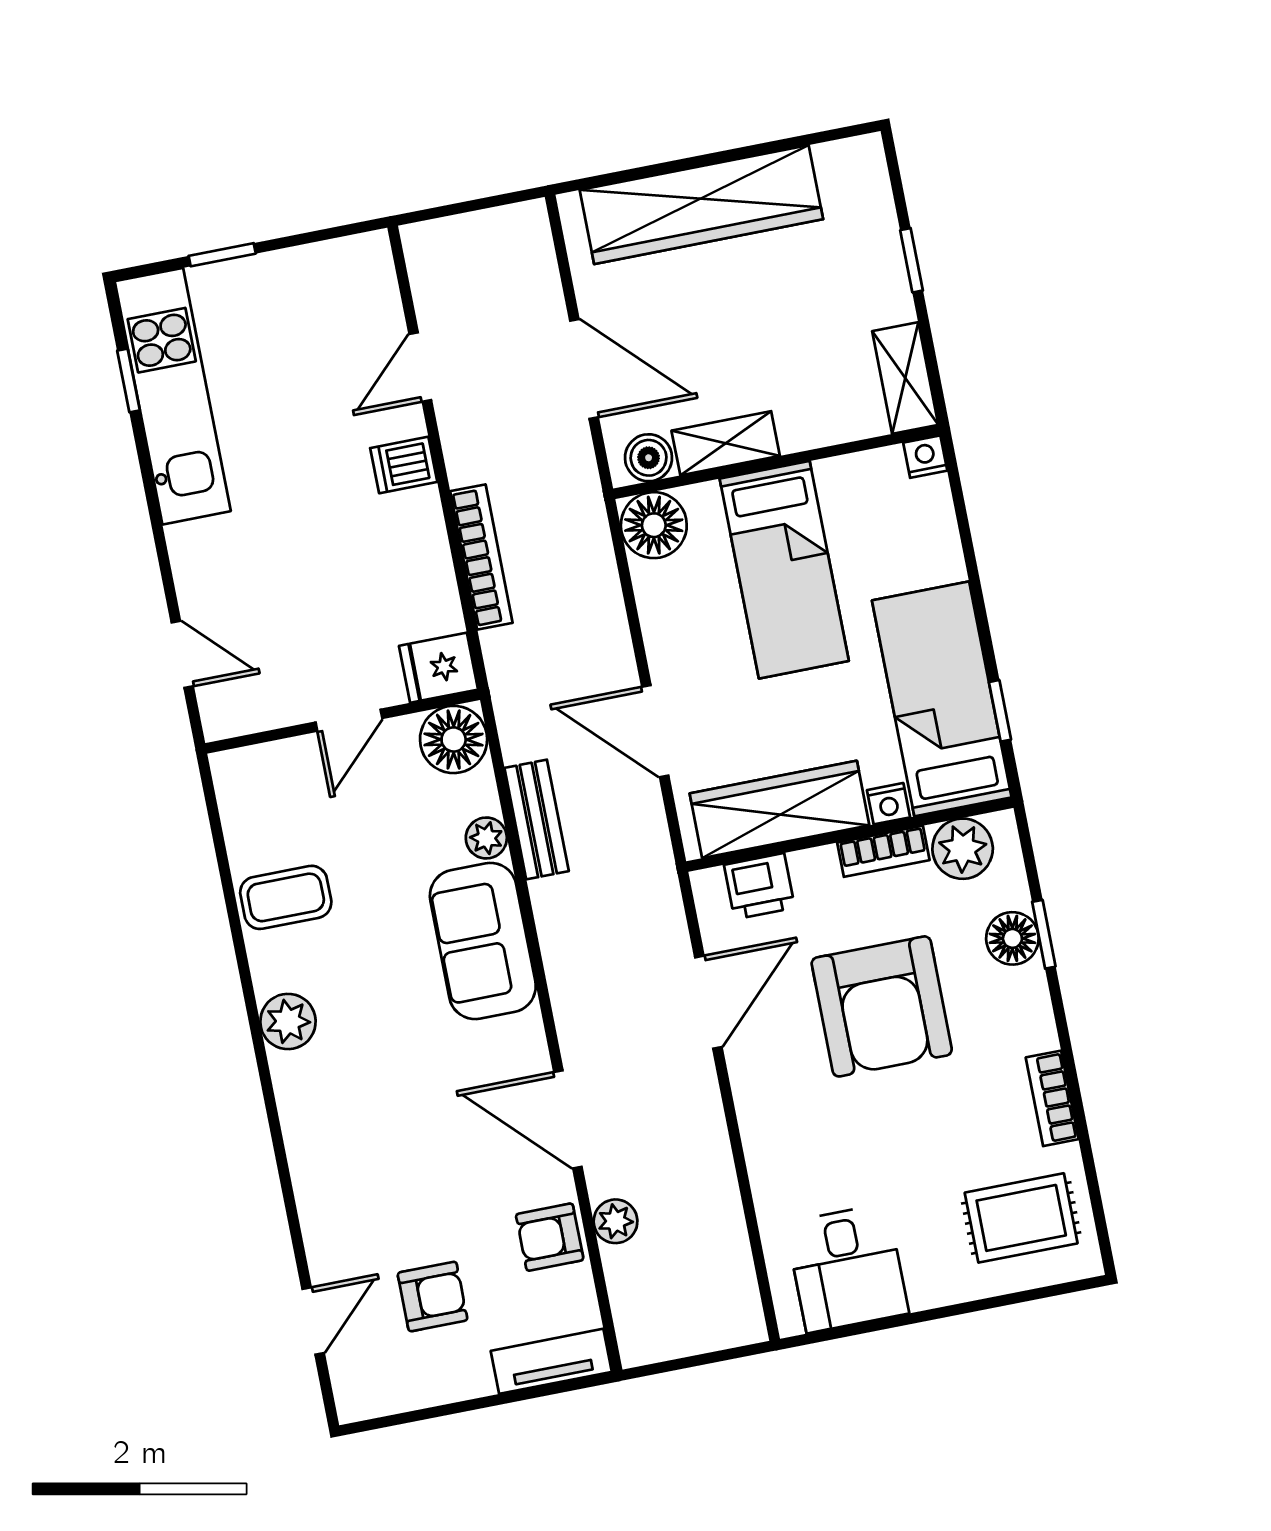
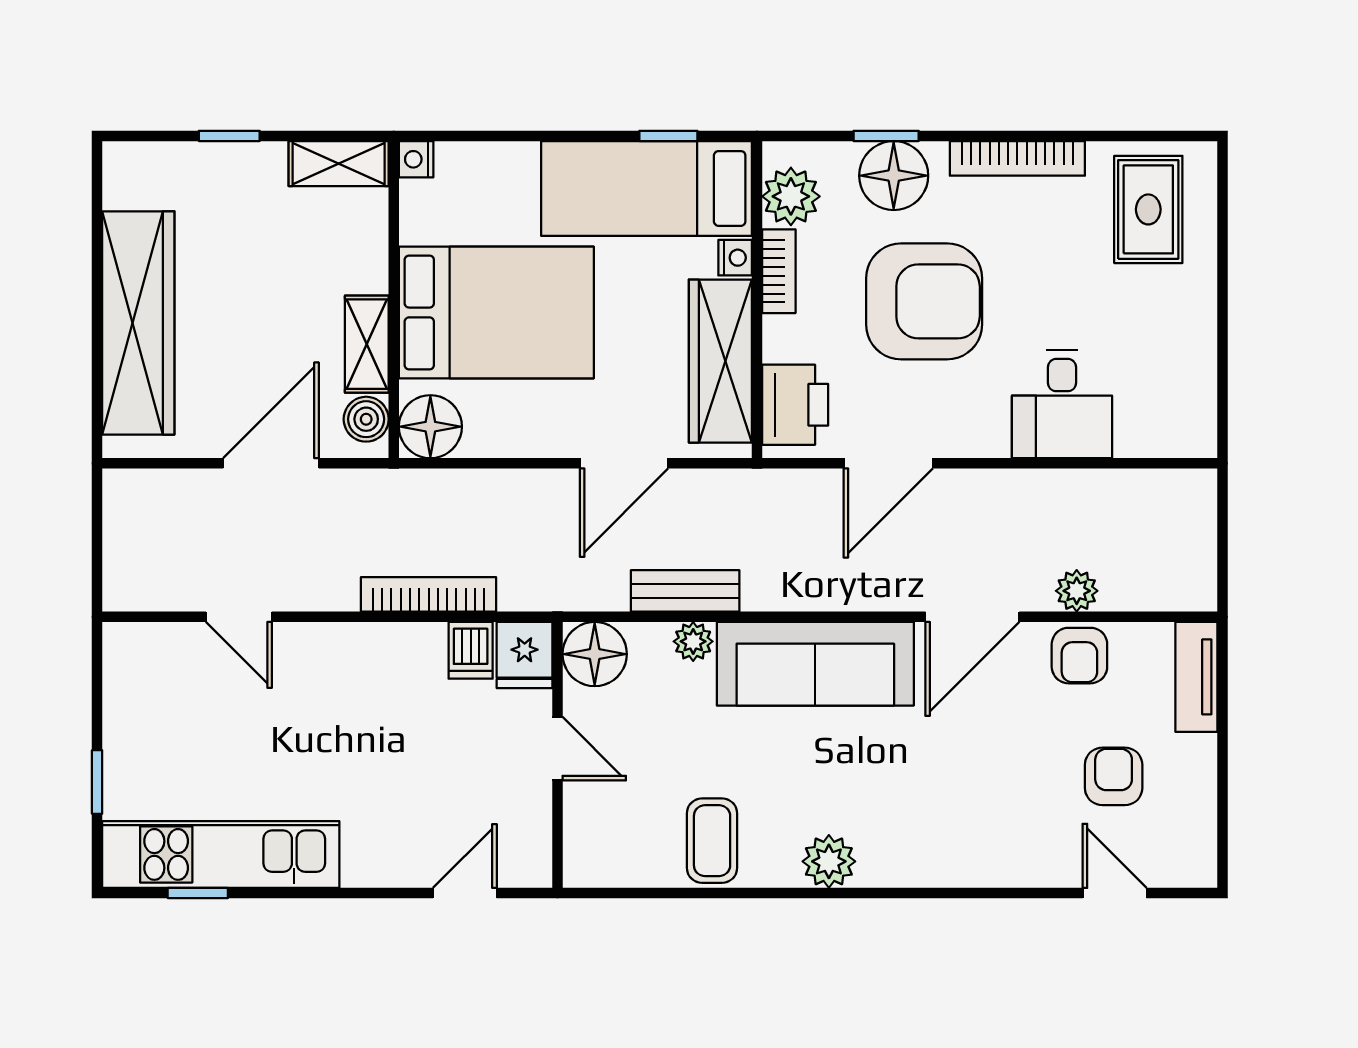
dishwasher: (404, 465) -> (471, 650), moved
bed: (784, 570) -> (496, 312), width x1.50
printer: (759, 886) -> (795, 405), width x1.36, depth x1.24
floor lamp: (1012, 938) -> (894, 176), width x1.38, depth x1.38
sofa: (483, 941) -> (815, 664), width x1.36
door: (708, 1002) -> (888, 463), swing flipped
bookcase: (1052, 1098) -> (1017, 158), width x1.56
desk: (847, 1268) -> (1062, 404), moved, turned 90

